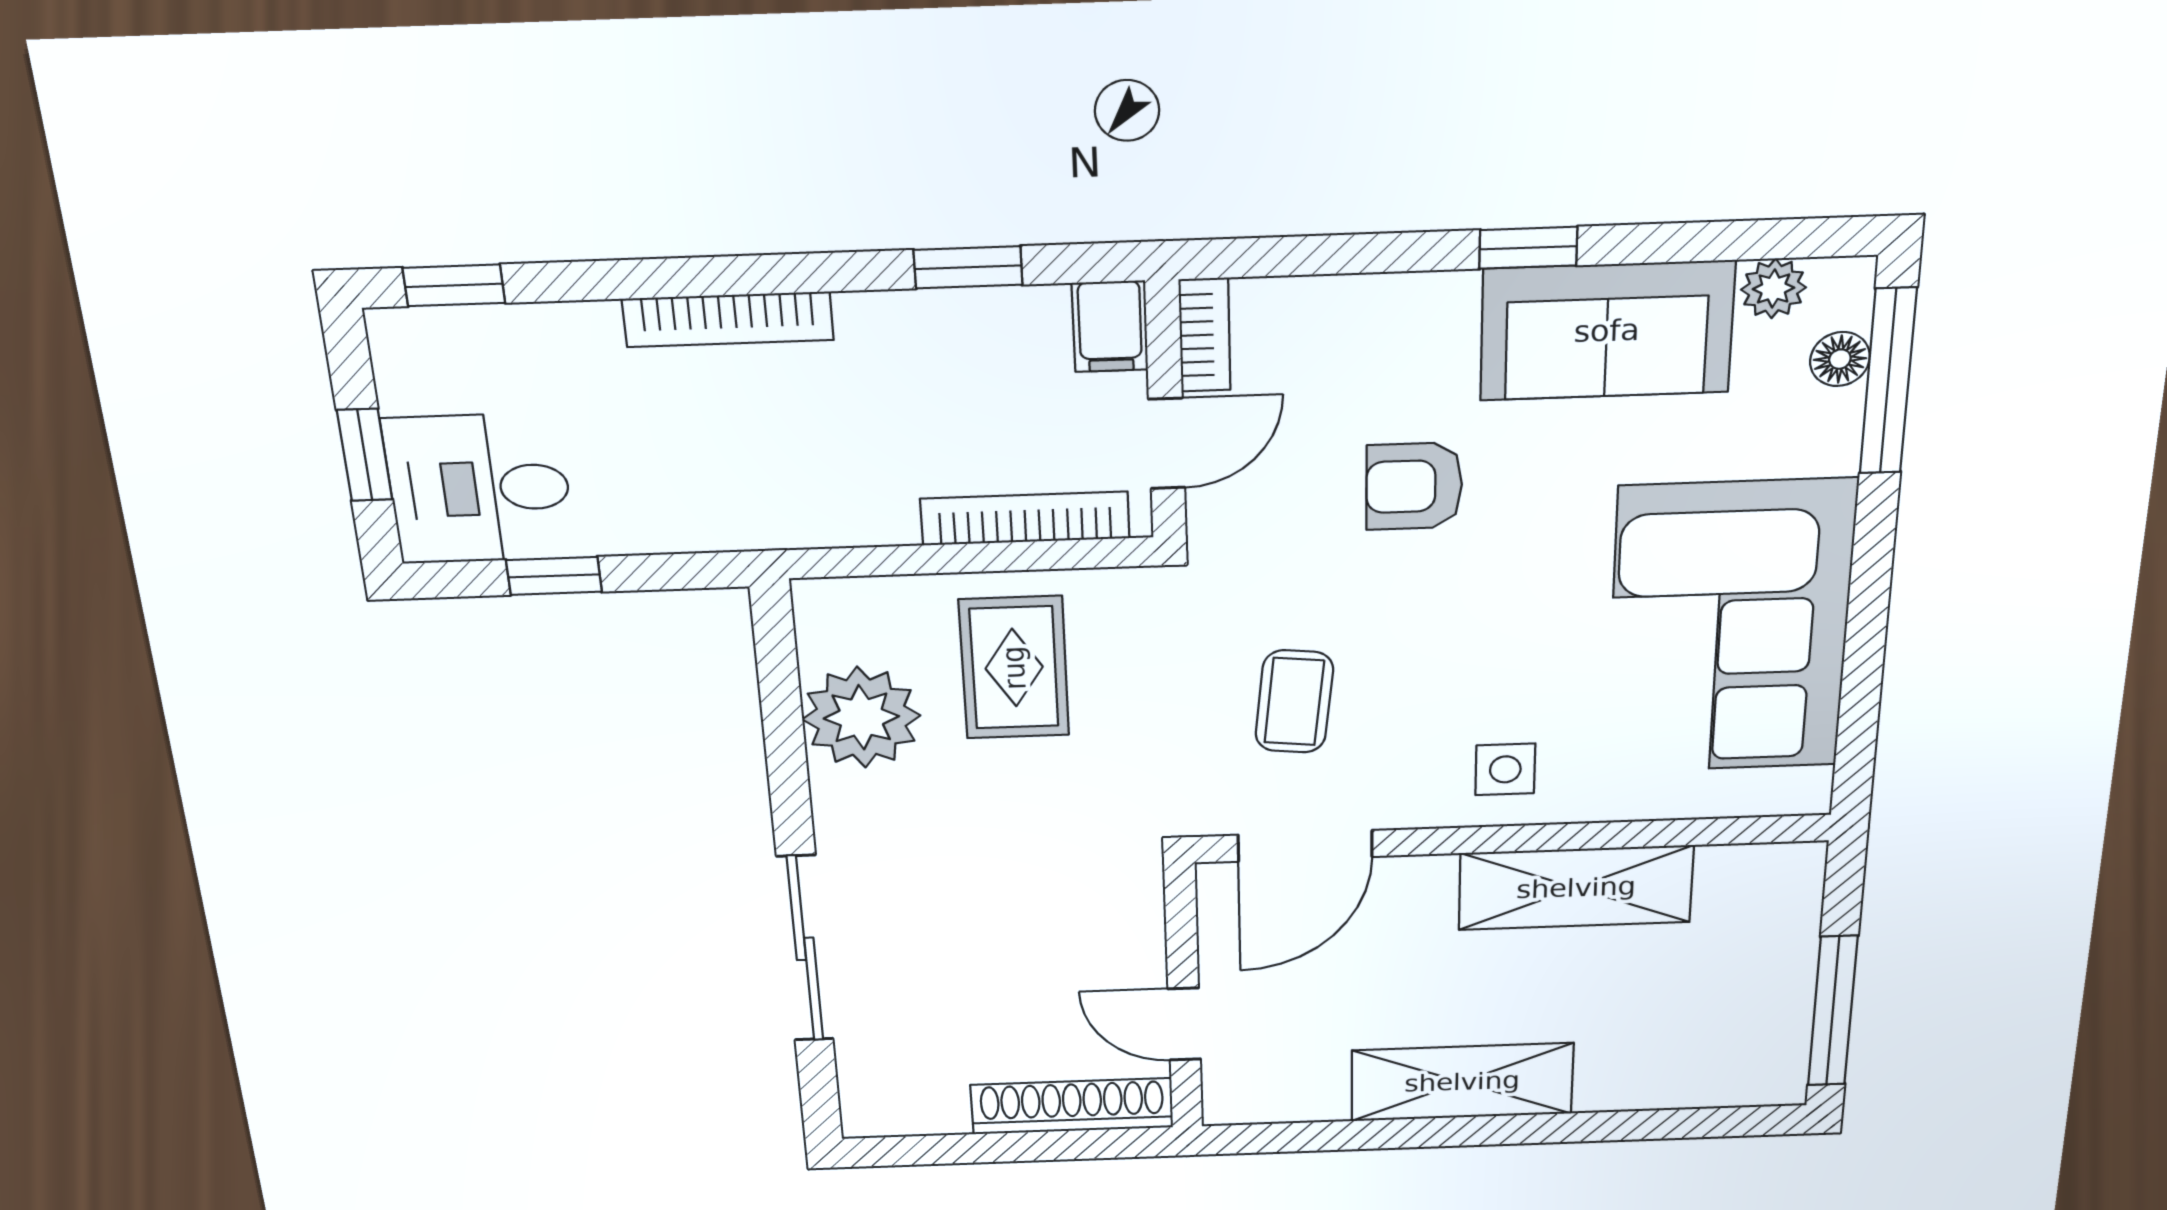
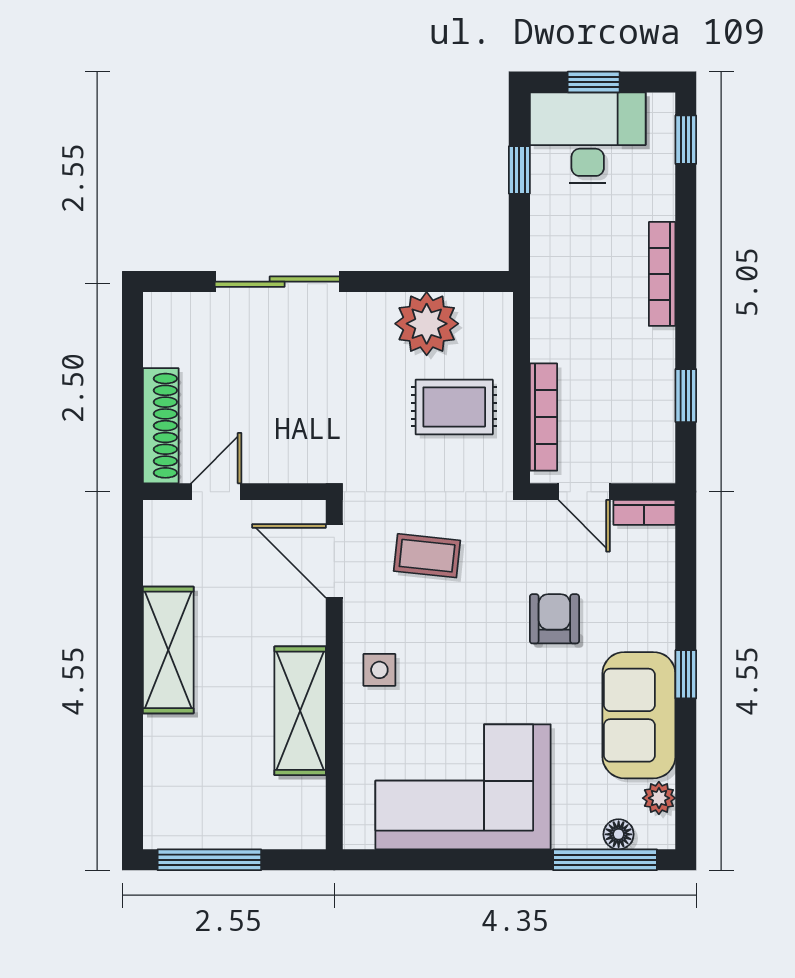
filing cabinet: (1110, 326) -> (651, 465), removed
desk: (479, 489) -> (588, 138), width x1.37

